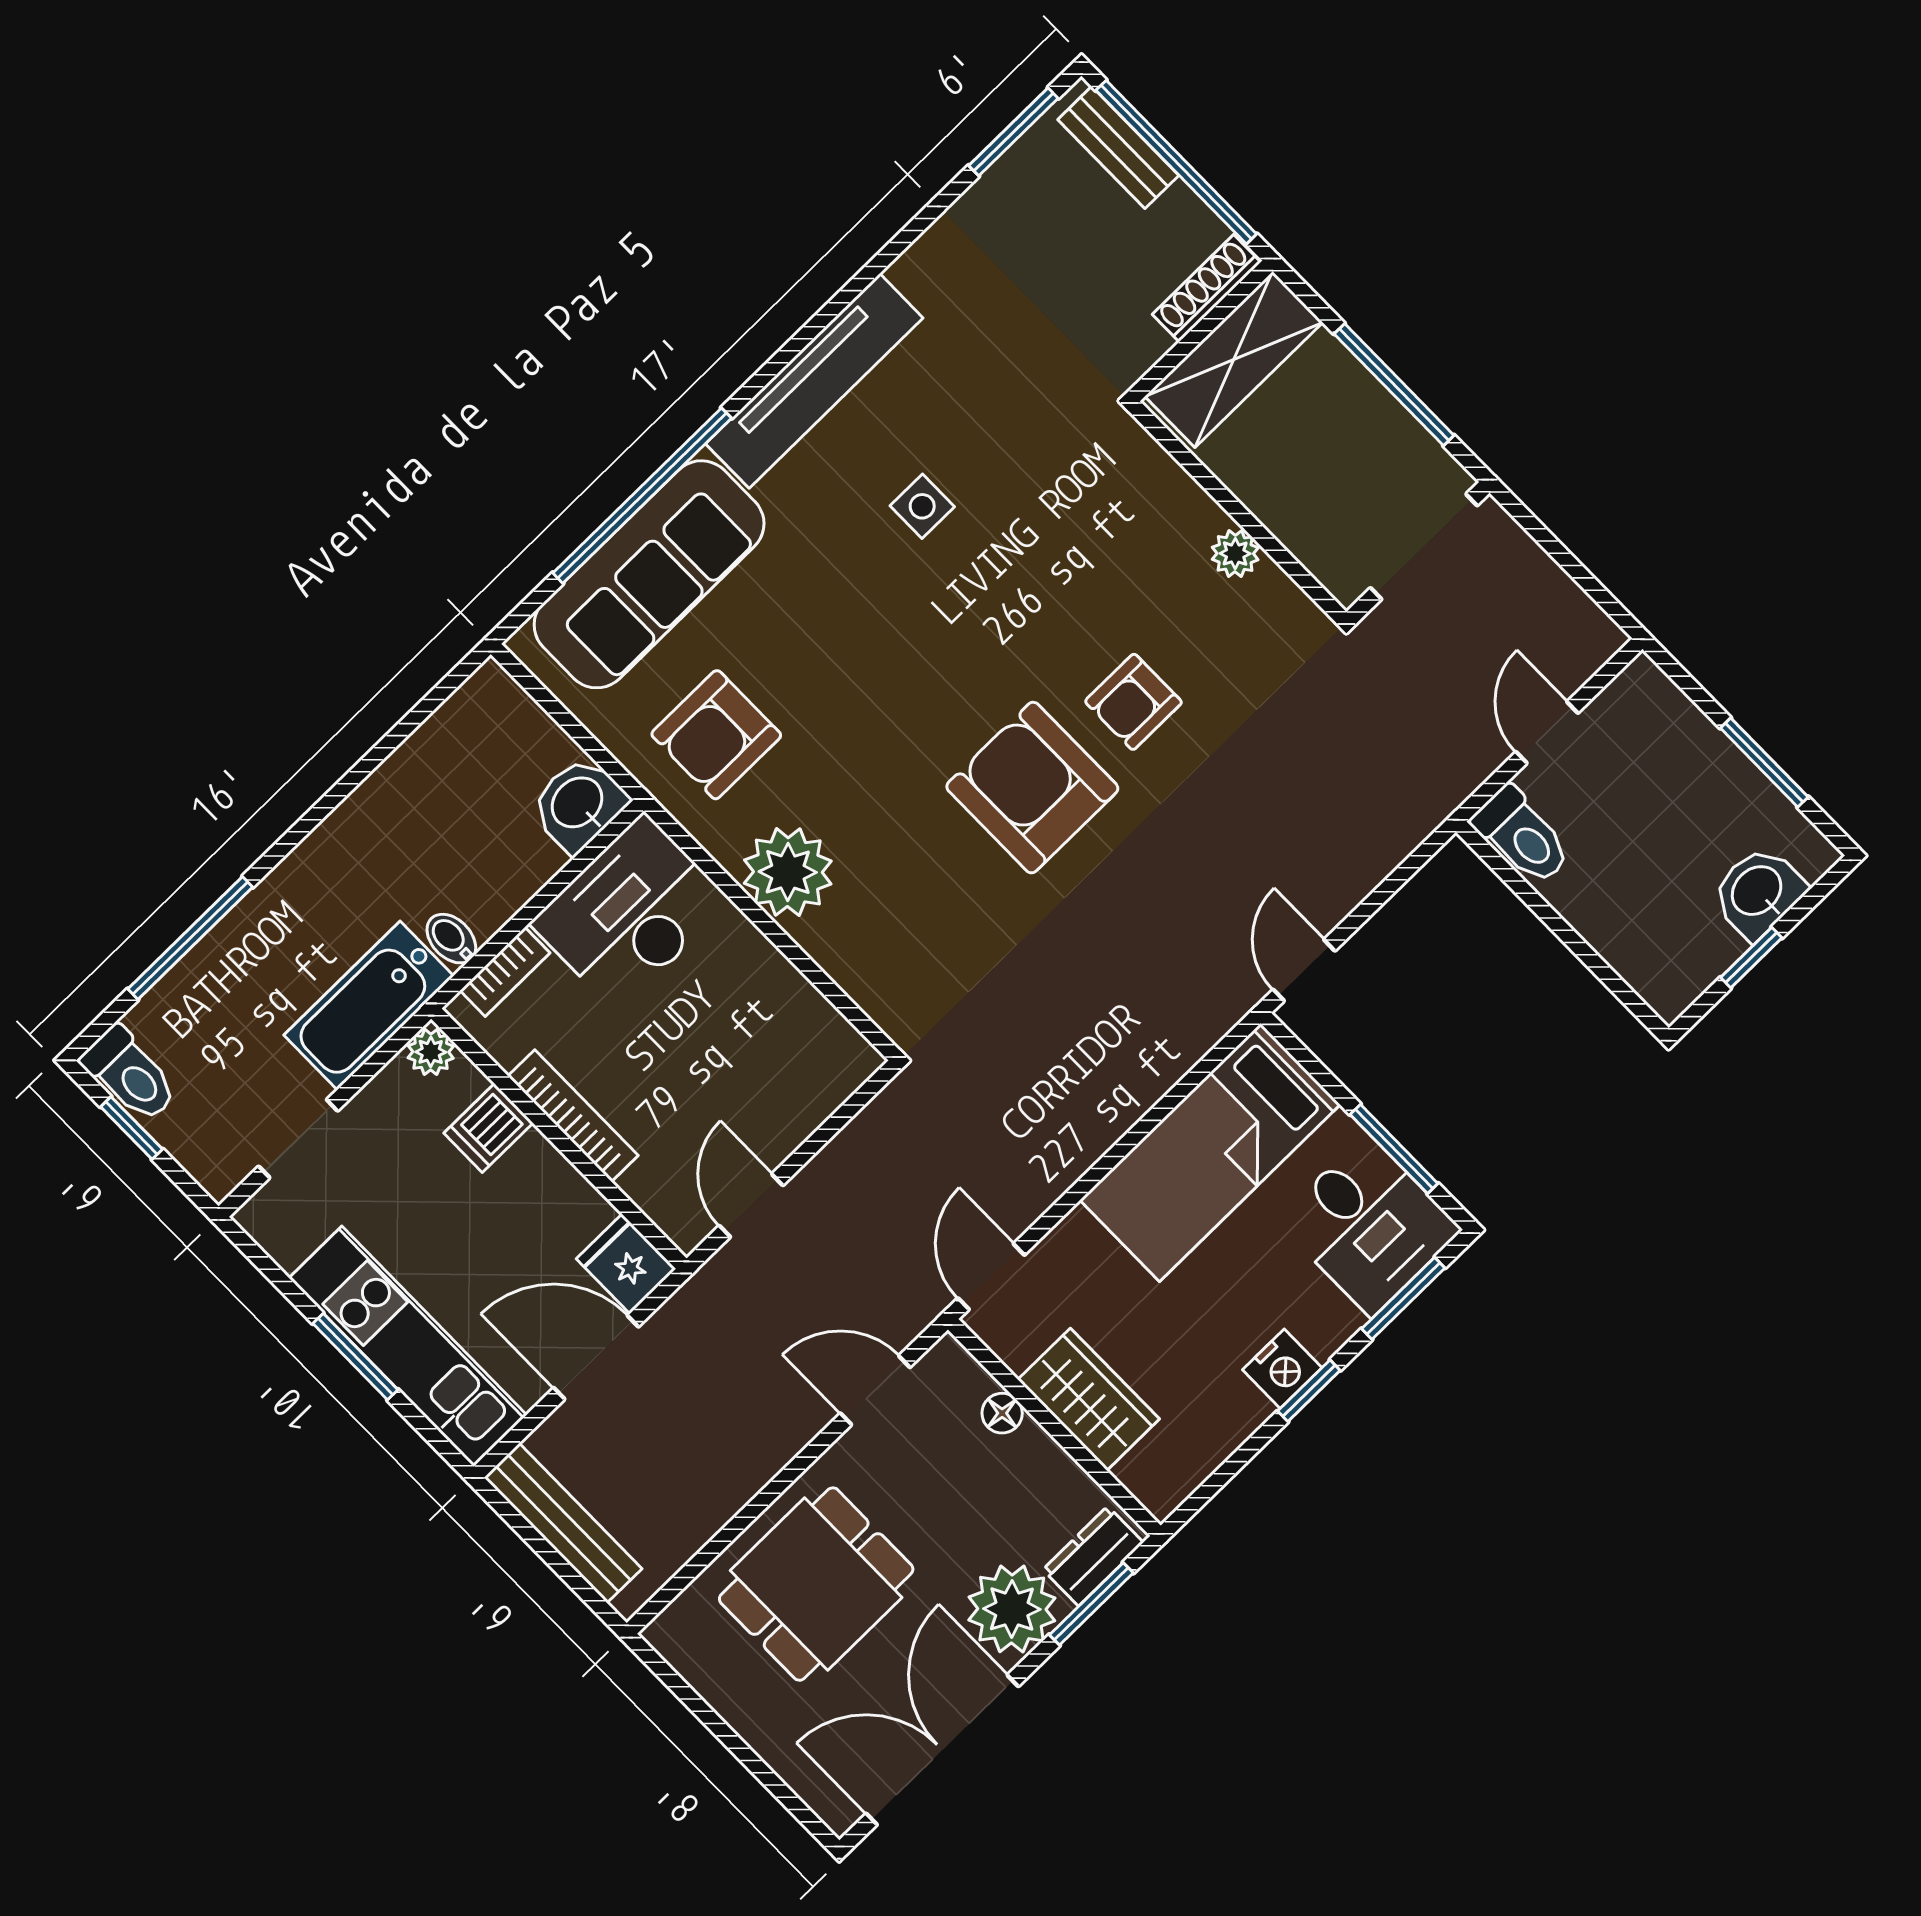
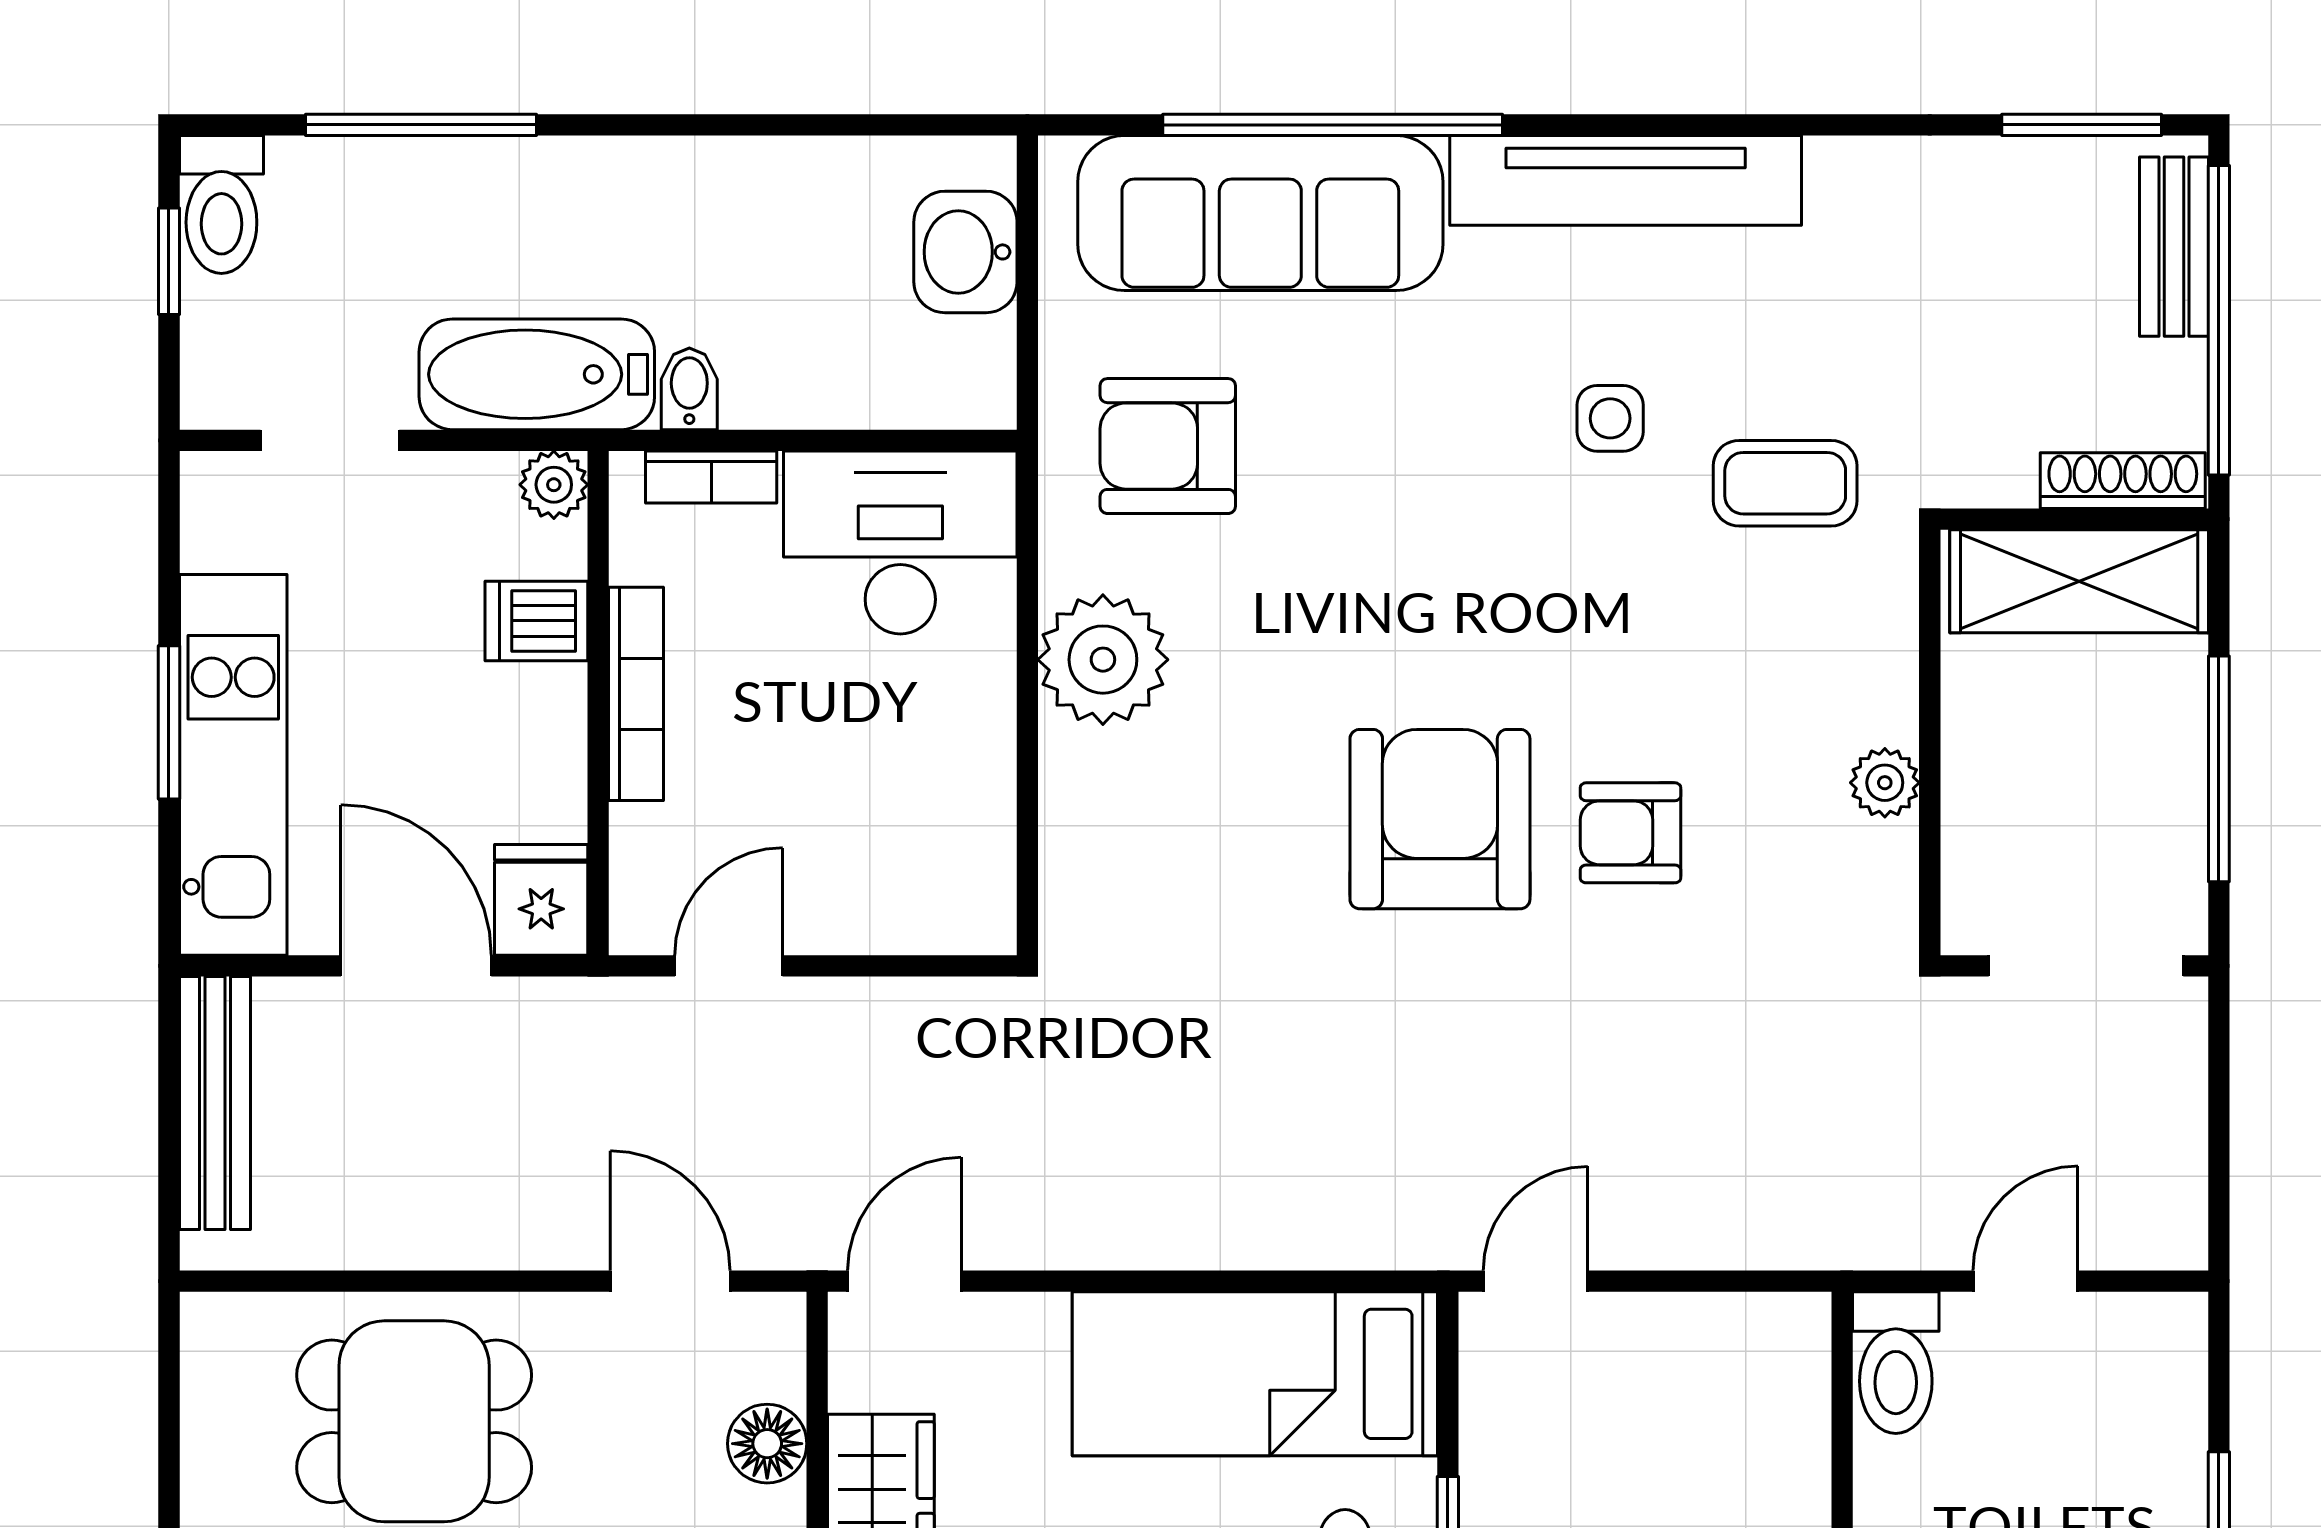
coffee table: (1040, 453) -> (1785, 483), added
washbasin: (578, 804) -> (965, 252), moved, turned -90
floor lamp: (1002, 1413) -> (767, 1444), width x1.37, depth x1.37

